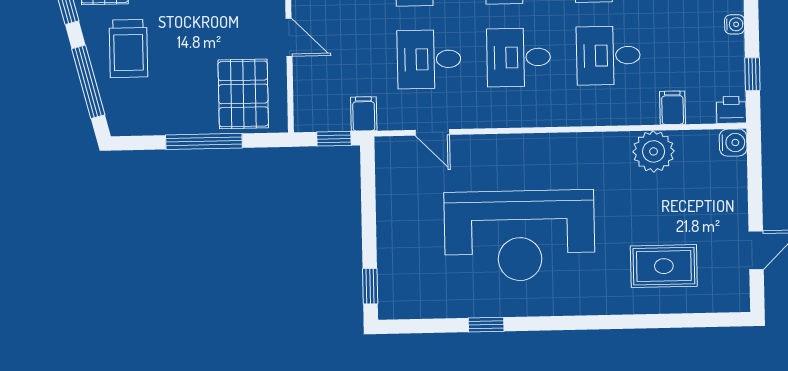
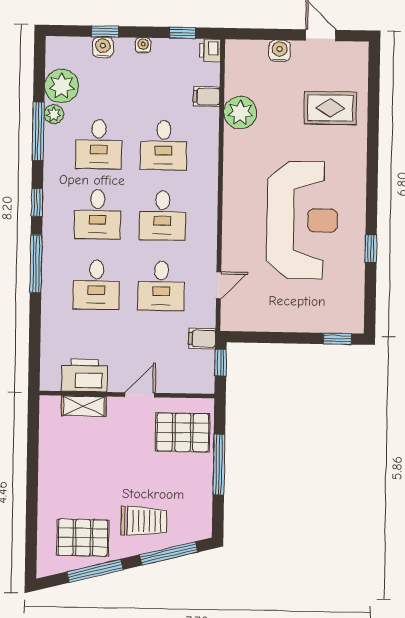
water cooler: (733, 143) -> (280, 51), moved
rug: (664, 266) -> (330, 108), turned 90

